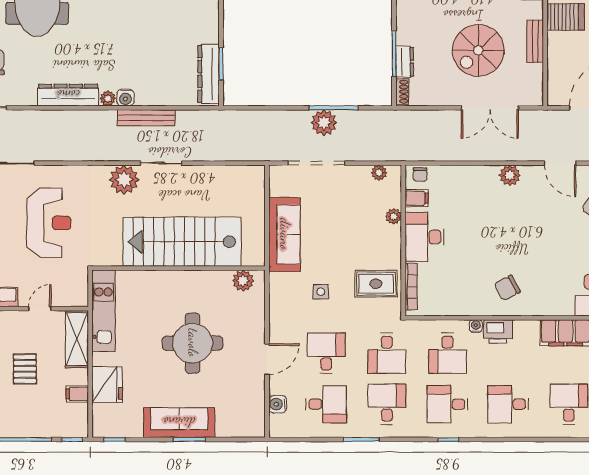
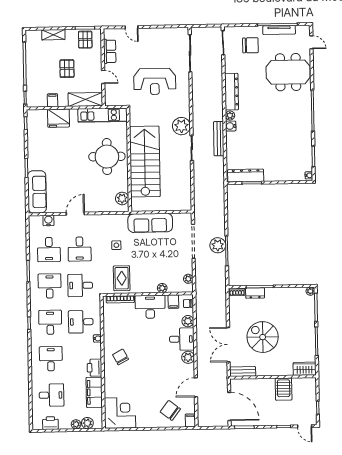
bench: (535, 41) -> (243, 372), moved
plant: (450, 175) -> (188, 321), added
desk: (479, 185) -> (182, 339), added
printer: (498, 332) -> (95, 368), moved
round table: (193, 343) -> (107, 157), moved
desk: (326, 353) -> (80, 249), turned 90
door: (267, 359) -> (75, 214), swing flipped
pallet: (25, 369) -> (67, 69), turned 90
desk: (387, 404) -> (50, 286), turned -90
sofa: (179, 422) -> (37, 192), moved

